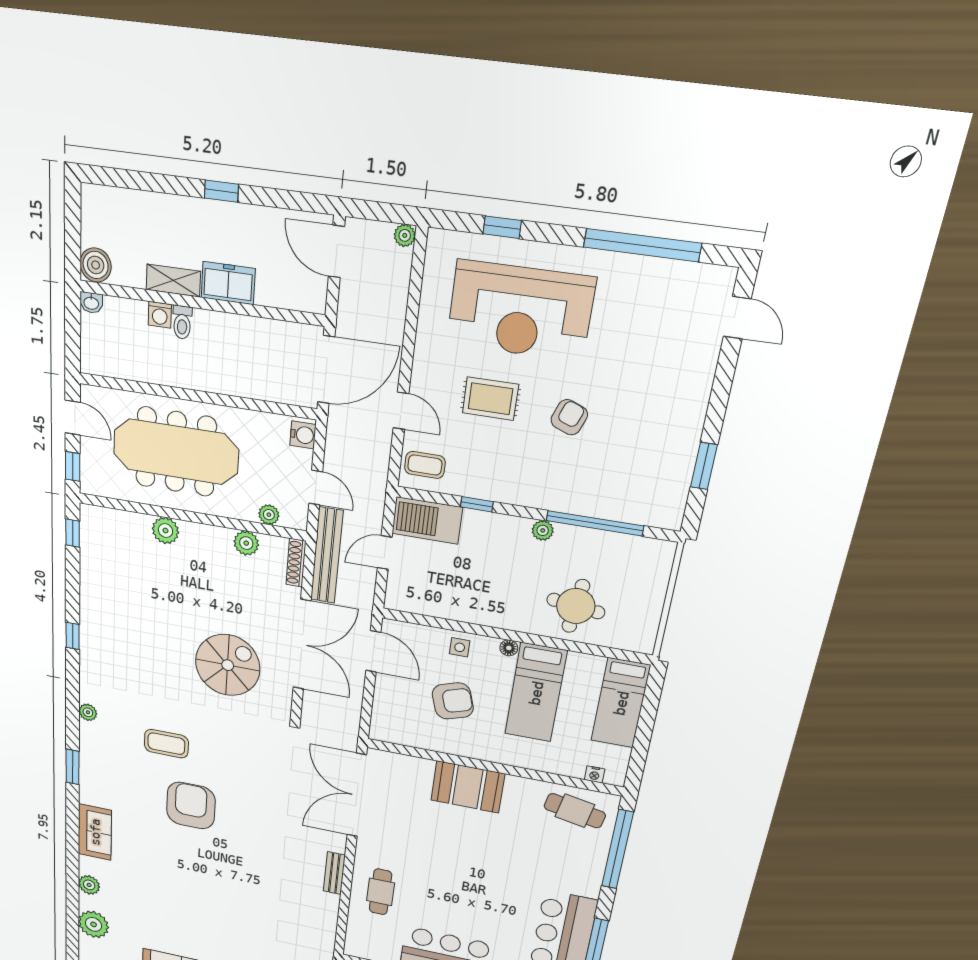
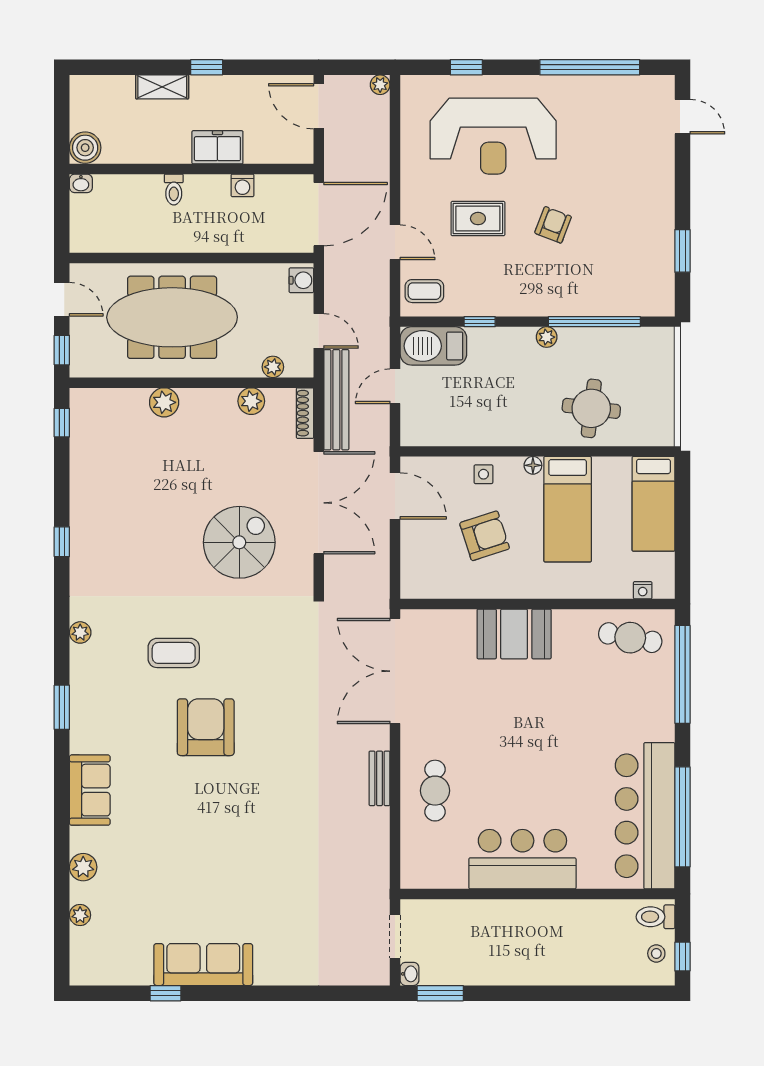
shelving: (173, 281) -> (162, 87), moved
washing machine: (160, 315) -> (242, 185), moved
plant: (94, 924) -> (80, 915), width x0.53, depth x0.53

